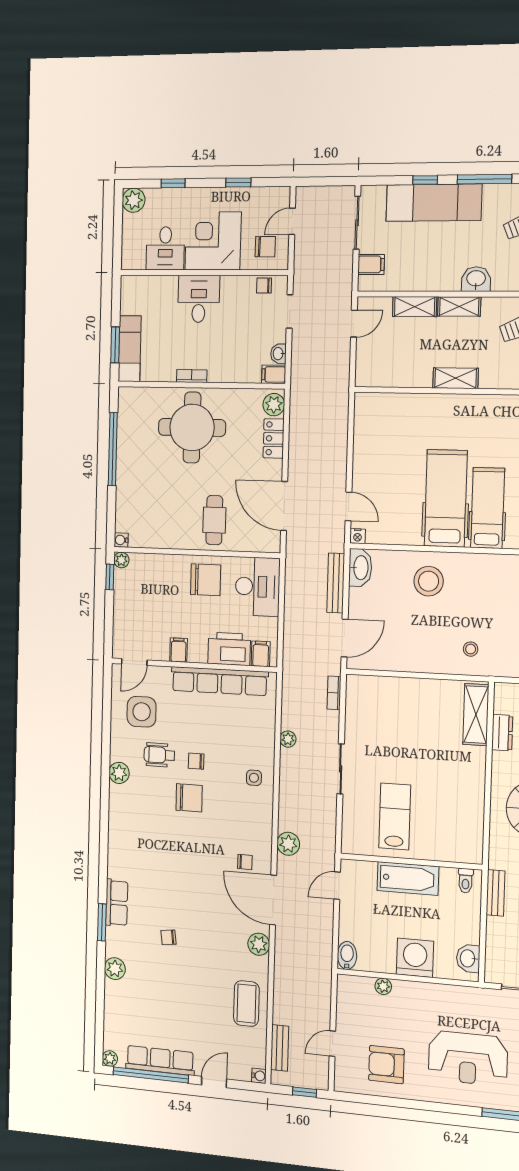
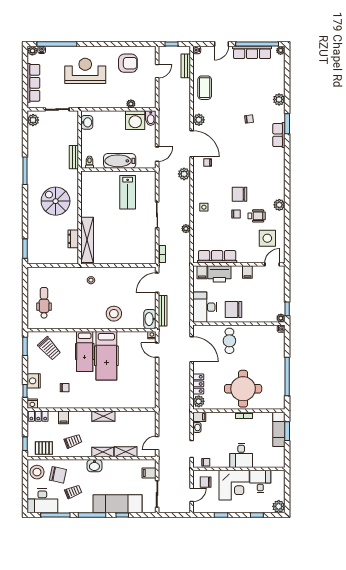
row of seats: (219, 681) -> (217, 257), width x0.73
shelving: (476, 715) -> (87, 240), width x1.47
washing machine: (415, 958) -> (135, 120), moved

